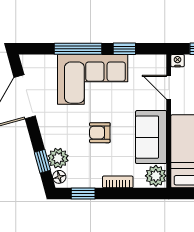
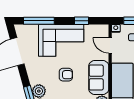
window: (78, 49) -> (39, 21), moved
armchair: (100, 133) -> (66, 75), turned 180

